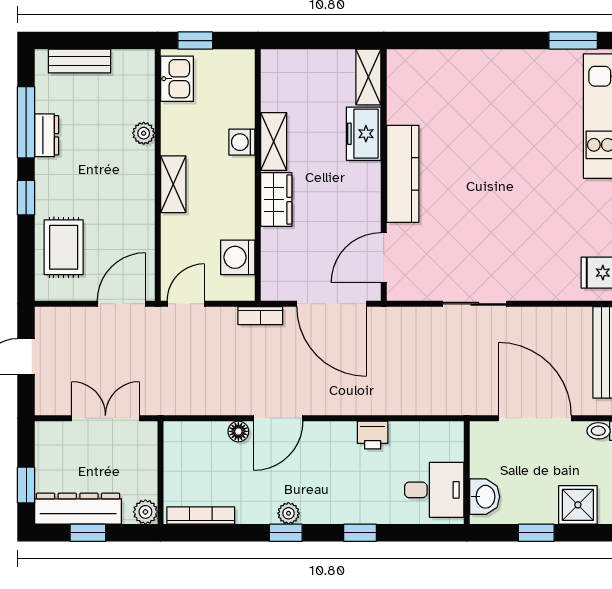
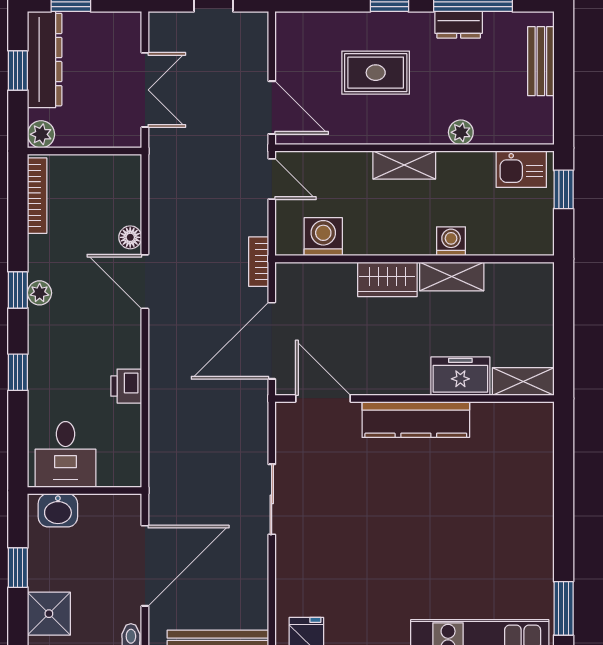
rug: (64, 247) -> (376, 73), moved

